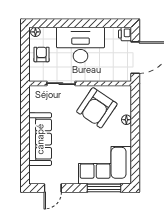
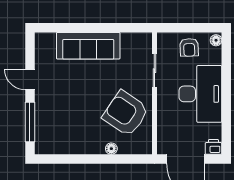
armchair: (41, 54) -> (189, 47), turned 88
corner sofa: (105, 165) -> (57, 123), removed
door: (53, 188) -> (30, 79), moved

